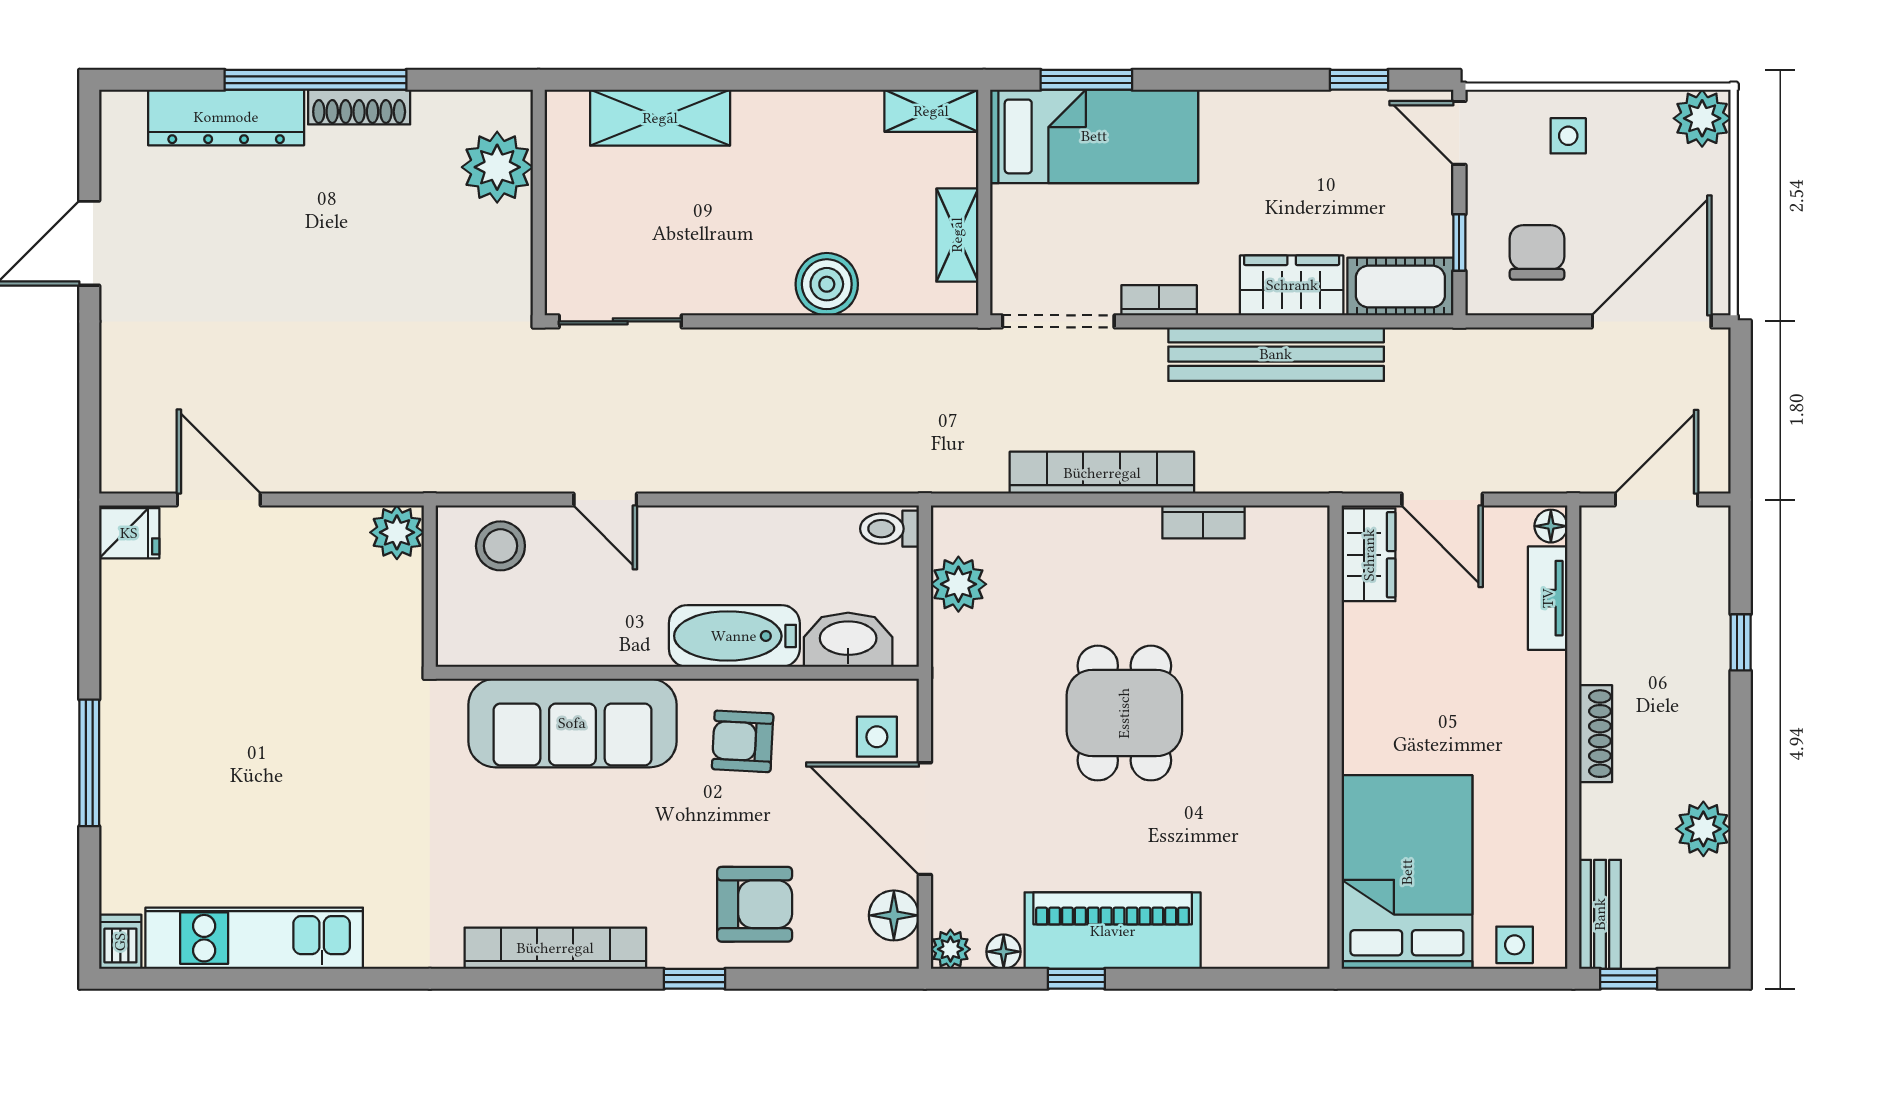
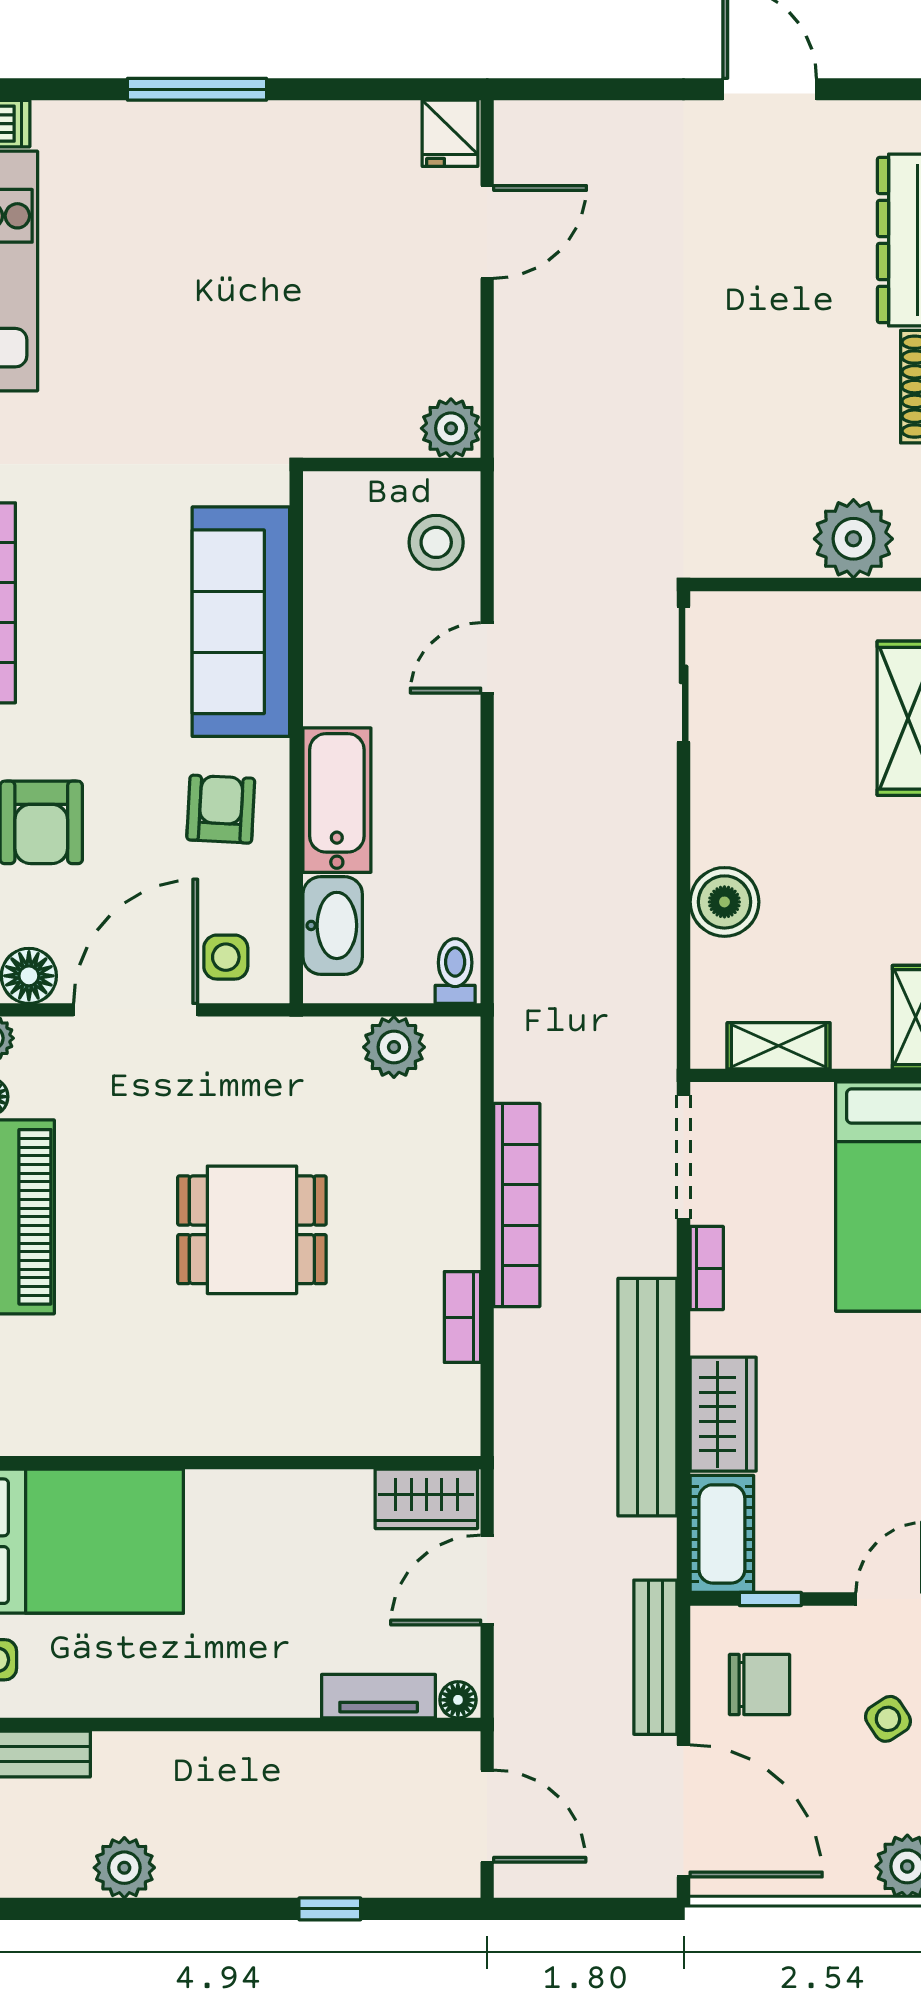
side table: (1568, 136) -> (888, 1719), turned -33
bench: (1512, 347) -> (655, 1657), added
shoe rack: (1596, 734) -> (229, 1749), removed

